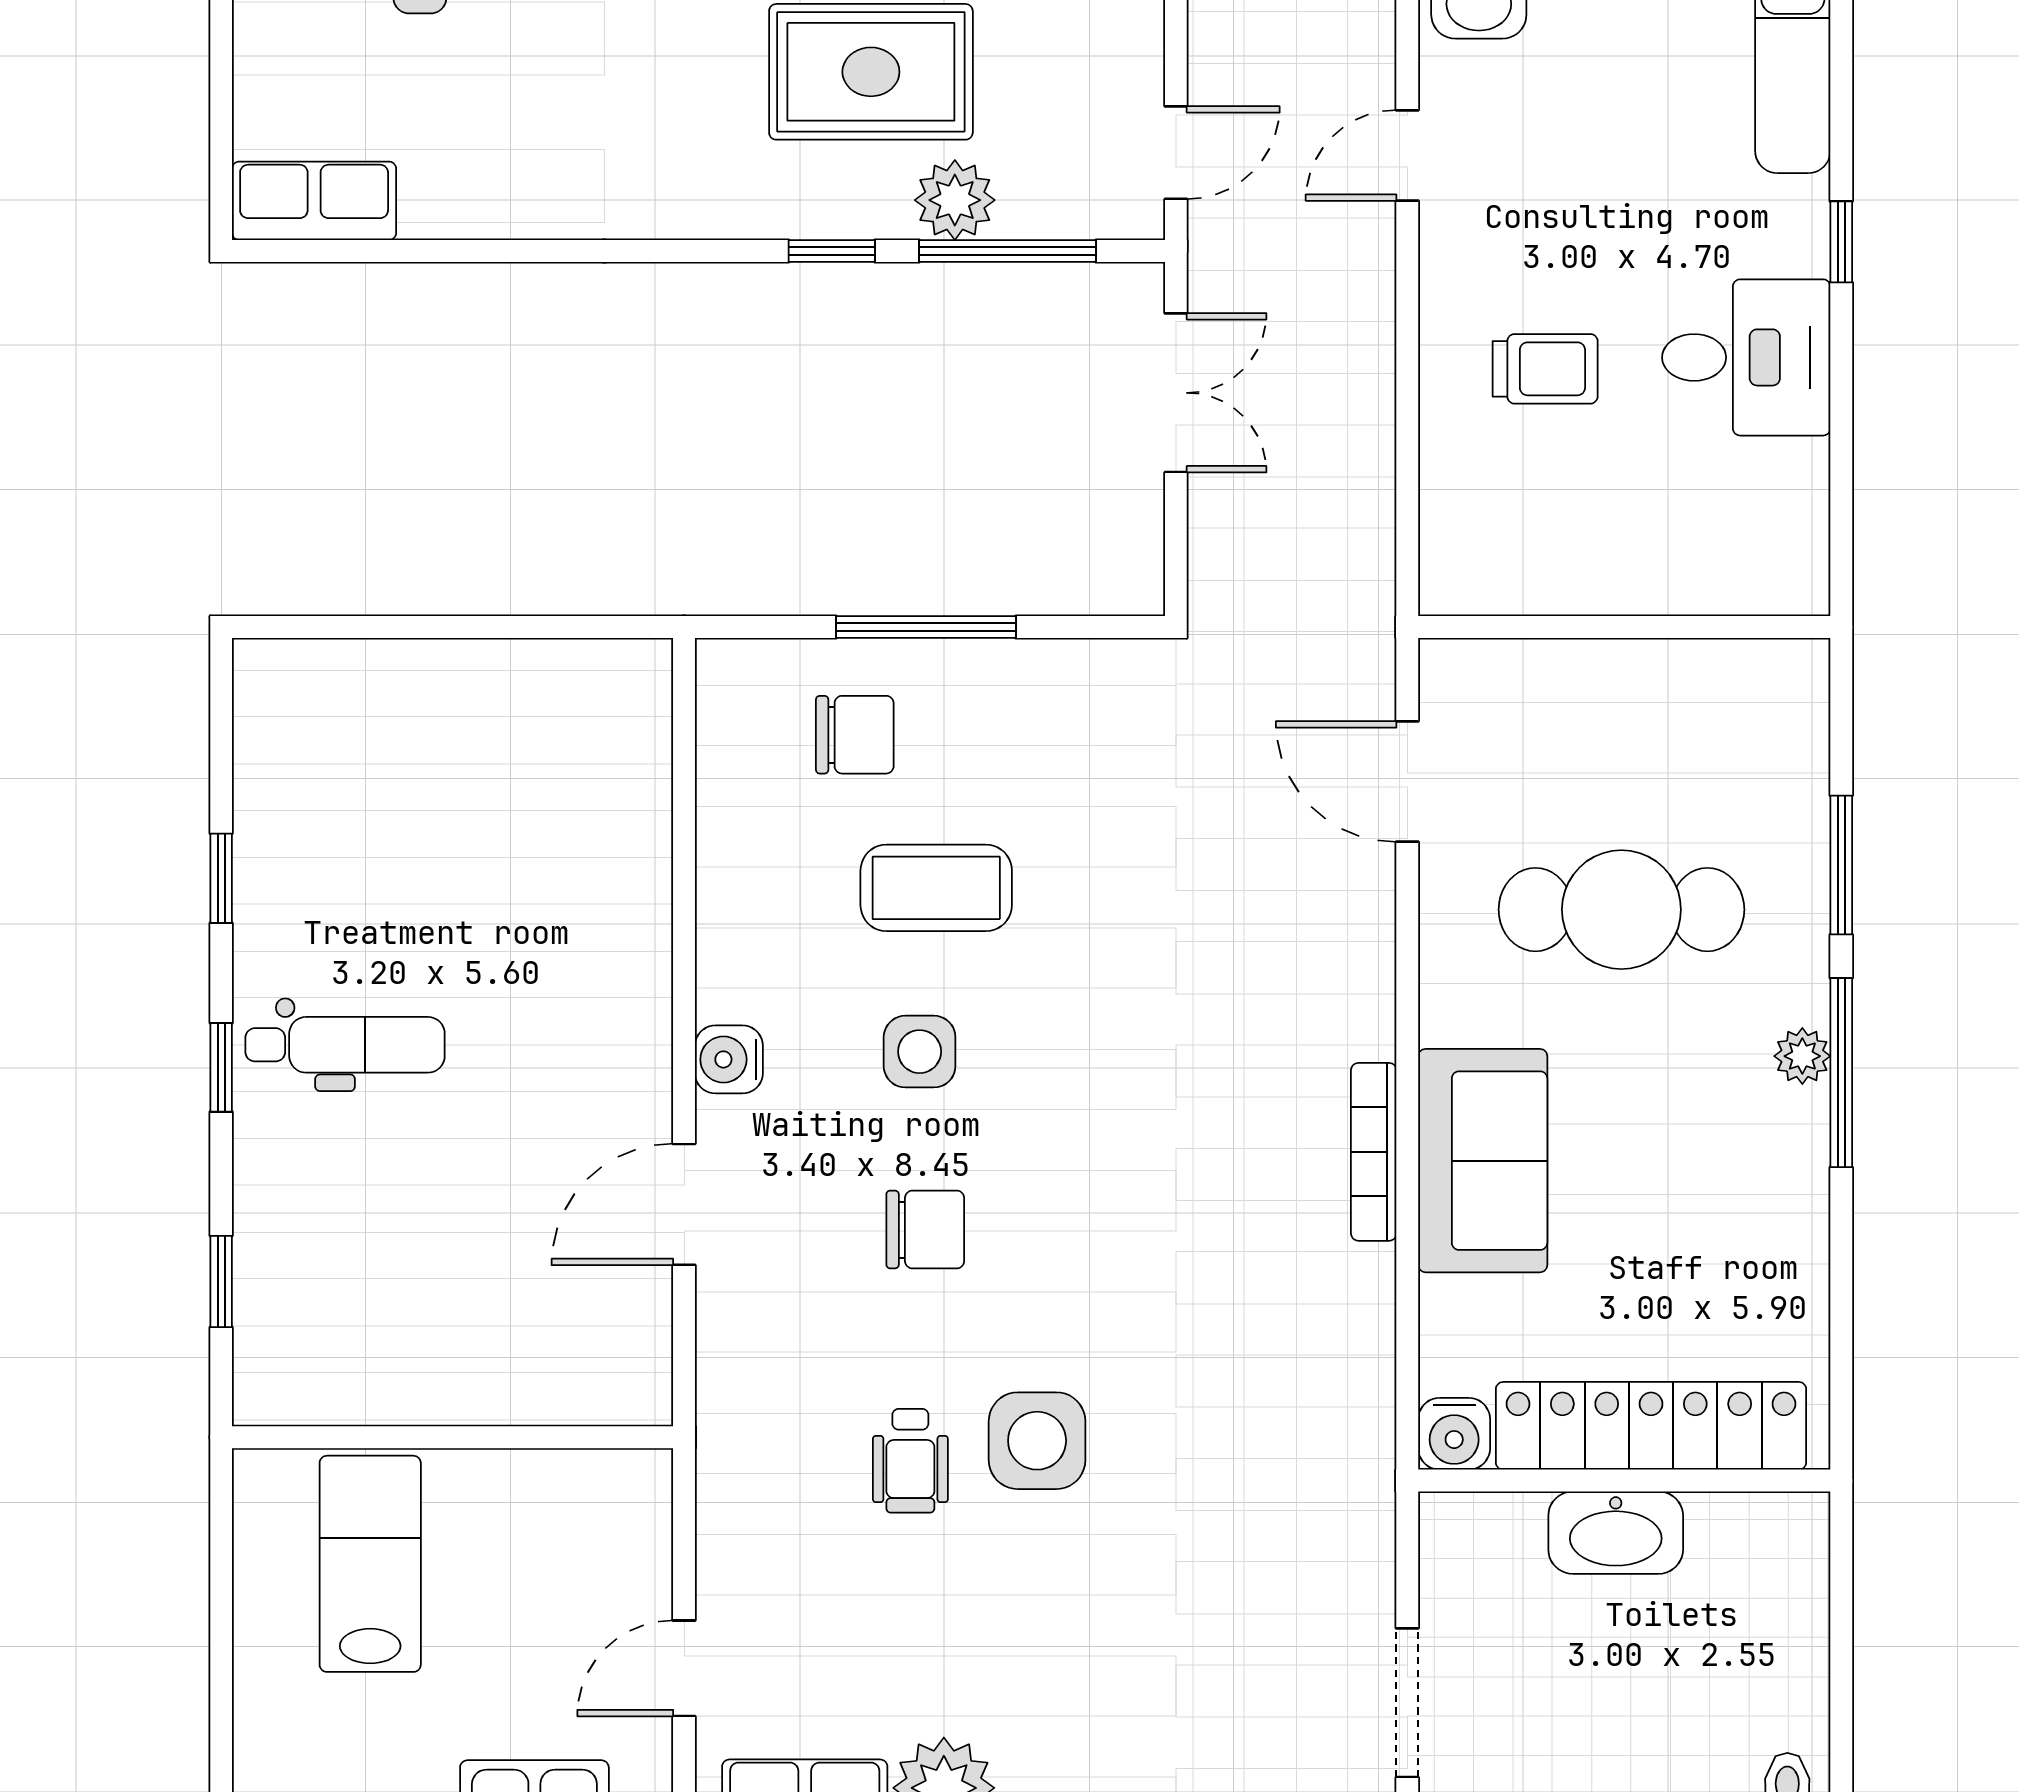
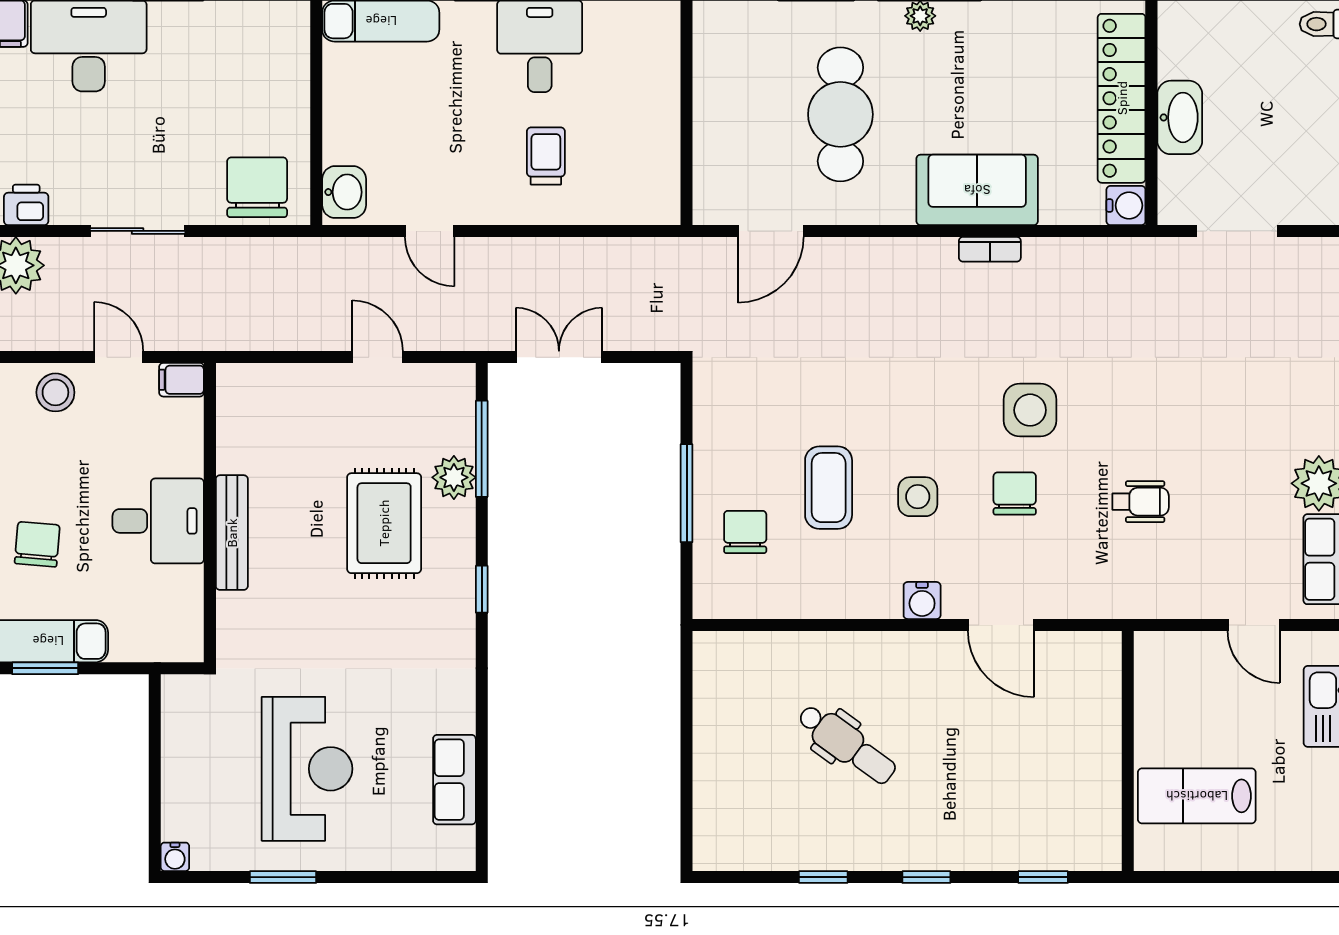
door: (1176, 153) -> (377, 357), moved
row of seats: (314, 201) -> (454, 780), moved
window: (832, 251) -> (482, 589), moved
dental chair: (345, 1045) -> (847, 744), moved, turned 126
bookcase: (1374, 1152) -> (990, 249), width x0.64
side table: (1037, 1441) -> (1030, 410), moved
doorway: (1407, 1703) -> (1237, 231), moved

